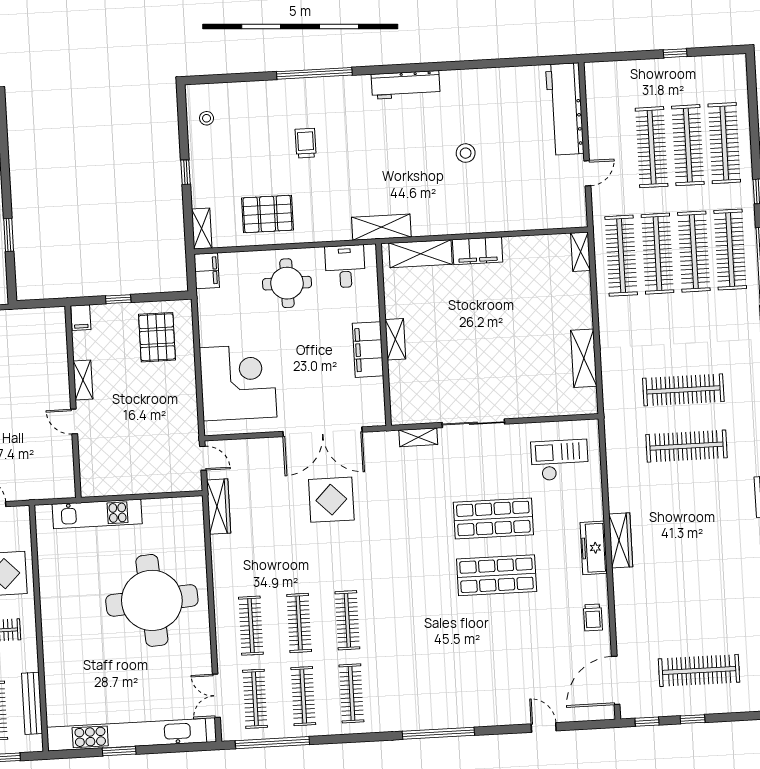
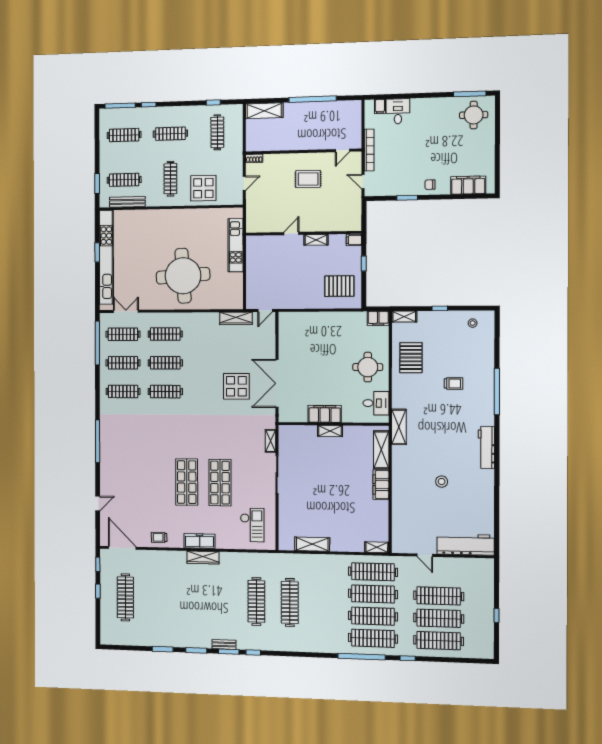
corner desk: (238, 382) -> (309, 334), removed

